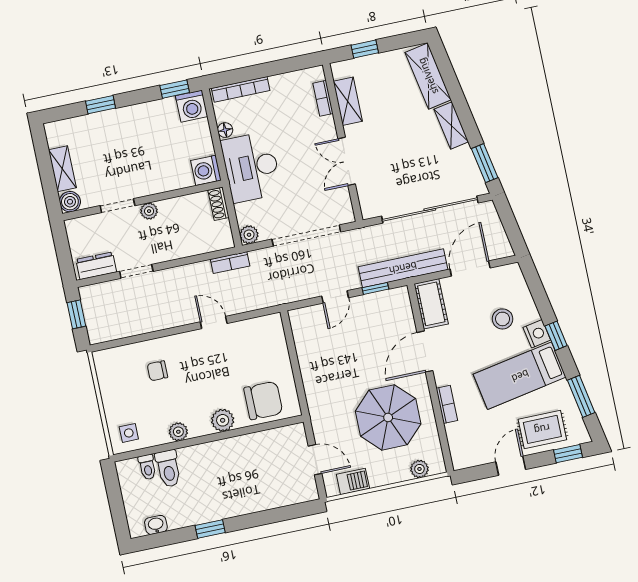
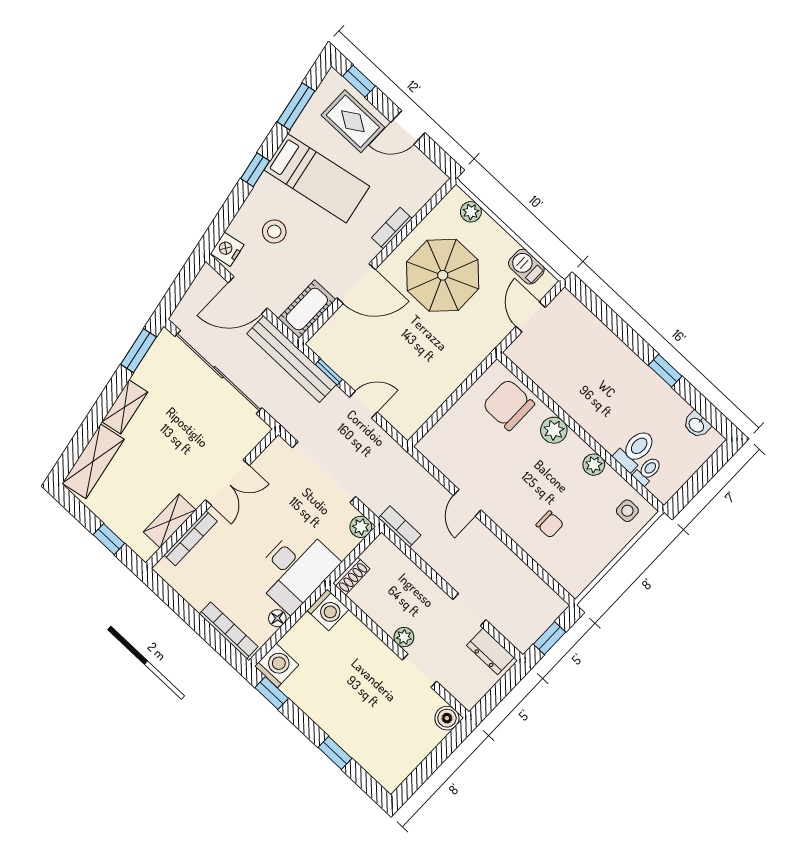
bookcase: (323, 98) -> (191, 538), width x1.56
shelving: (62, 169) -> (421, 747), removed
nightstand: (537, 334) -> (227, 249), moved

